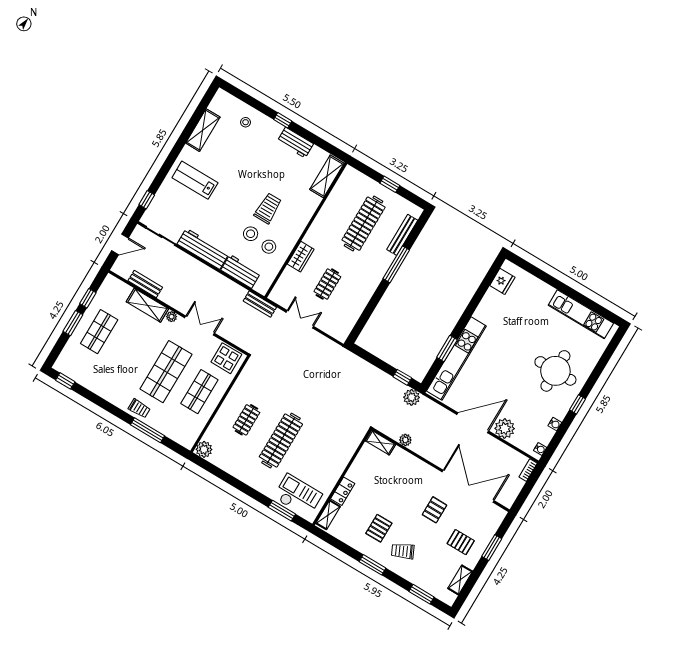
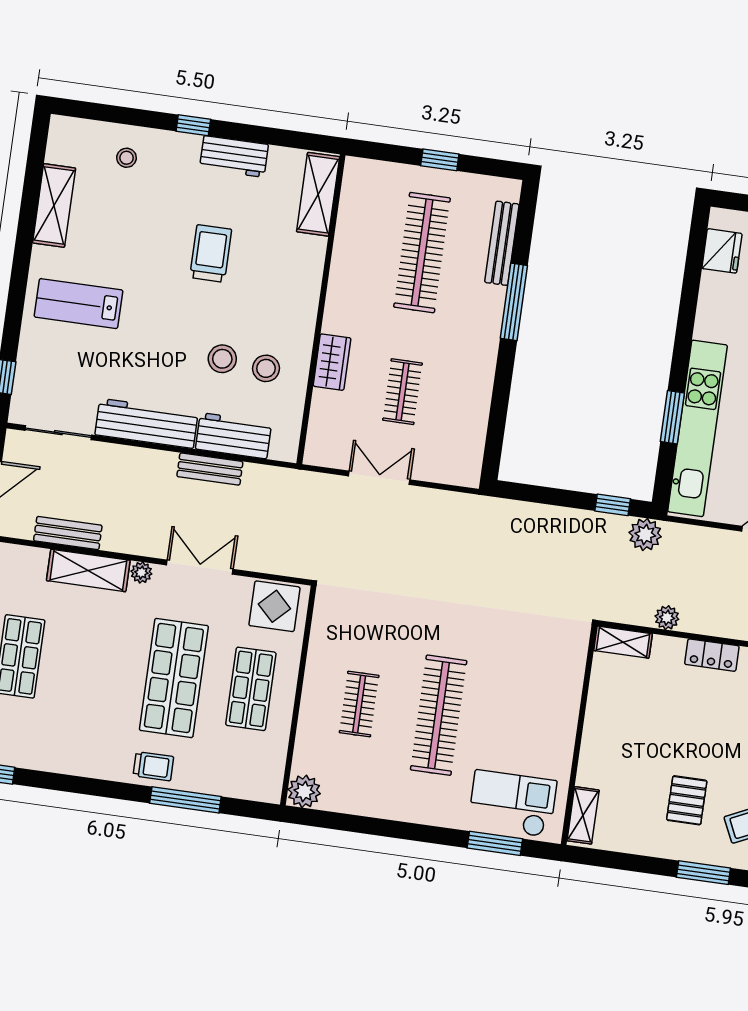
trolley: (268, 208) -> (211, 253), moved
bench: (260, 304) -> (210, 469), moved
locker: (343, 491) -> (712, 655), moved, turned 90

